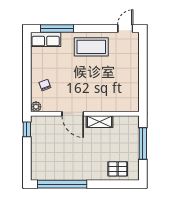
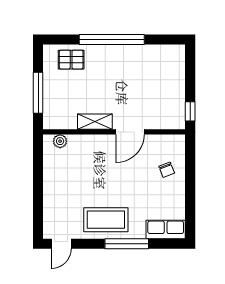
window: (57, 28) -> (127, 244), moved
plant: (36, 107) -> (60, 141), moved
door: (73, 114) -> (130, 132), swing flipped
window: (62, 184) -> (112, 39), moved

